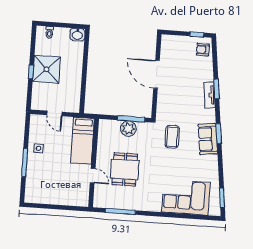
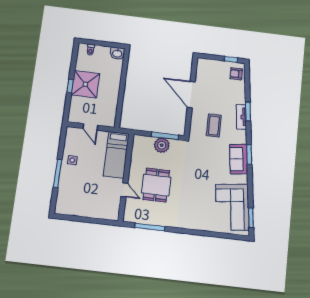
coffee table: (172, 137) -> (214, 125), moved
corner sofa: (186, 197) -> (232, 207), moved, turned -97

